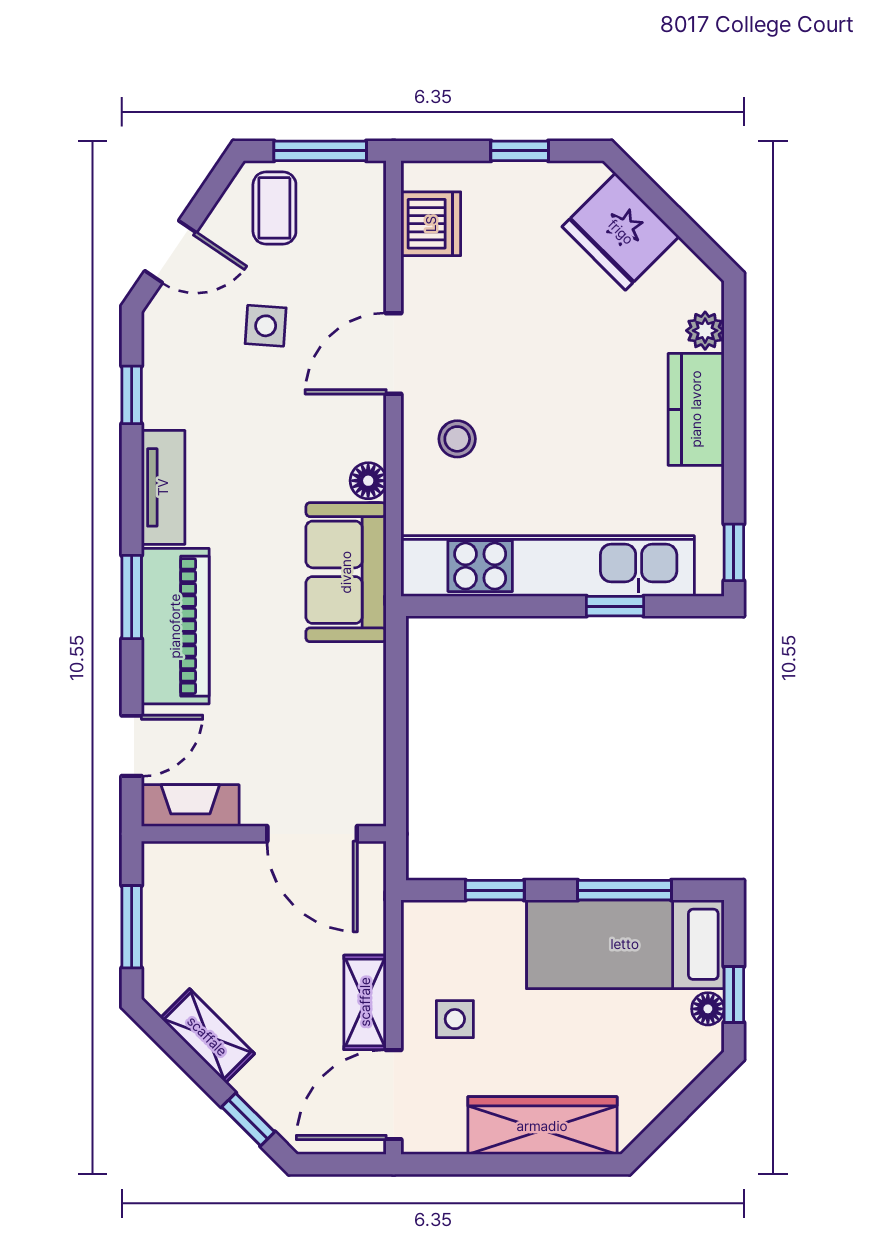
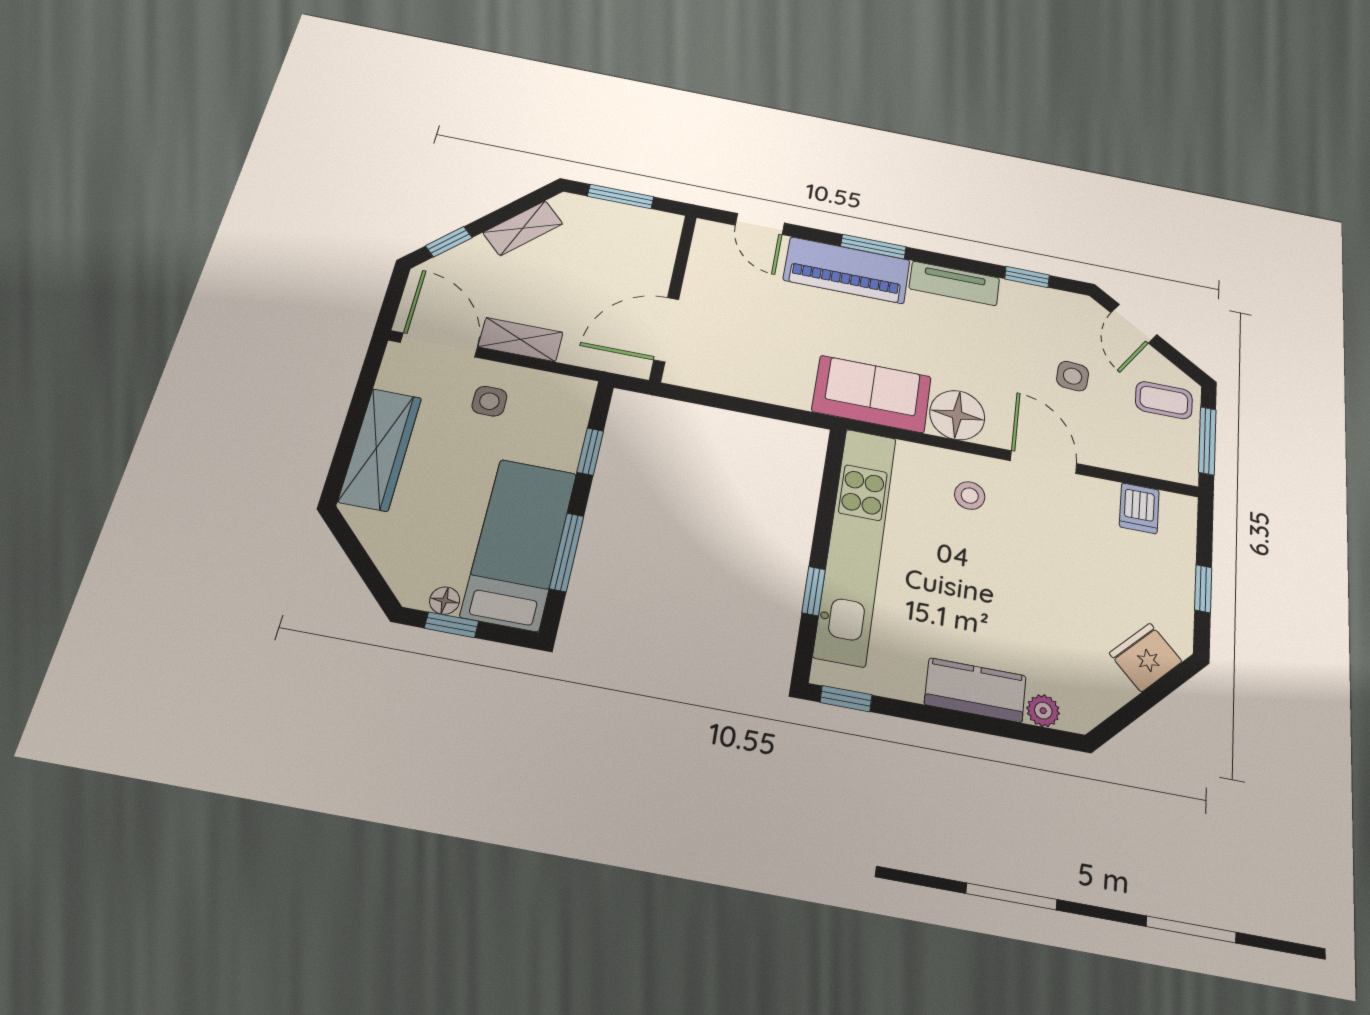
dishwasher: (431, 224) -> (1139, 508), width x0.73
fridge: (621, 232) -> (1146, 657), width x0.73, depth x0.75
floor lamp: (368, 481) -> (957, 415), width x1.89, depth x1.89
fireplace: (190, 806) -> (706, 252), removed

